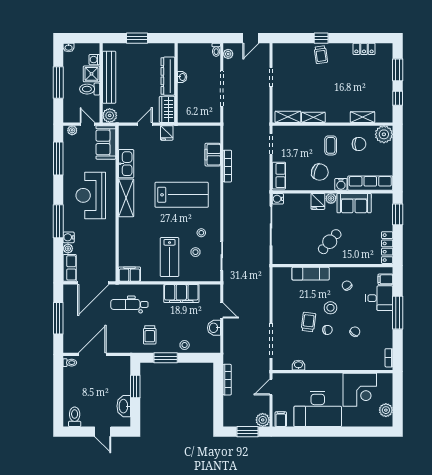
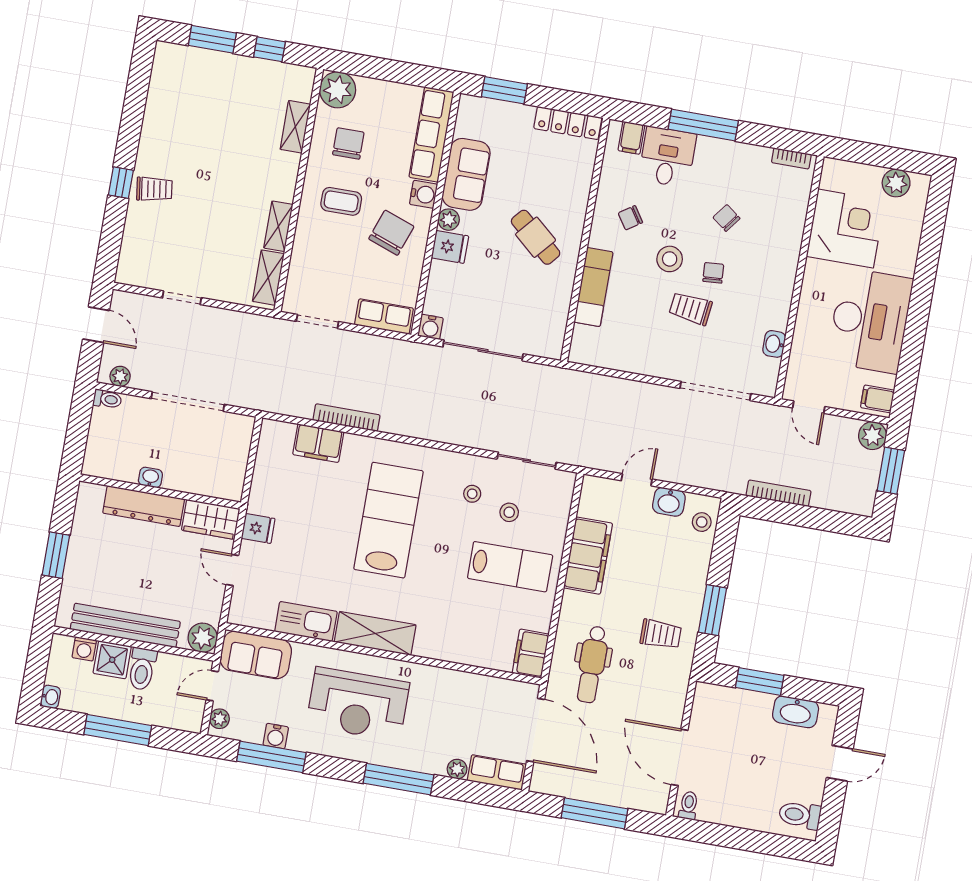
locker: (364, 49) -> (158, 100), removed
water cooler: (69, 237) -> (276, 736), moved
stool: (185, 345) -> (702, 522), moved

